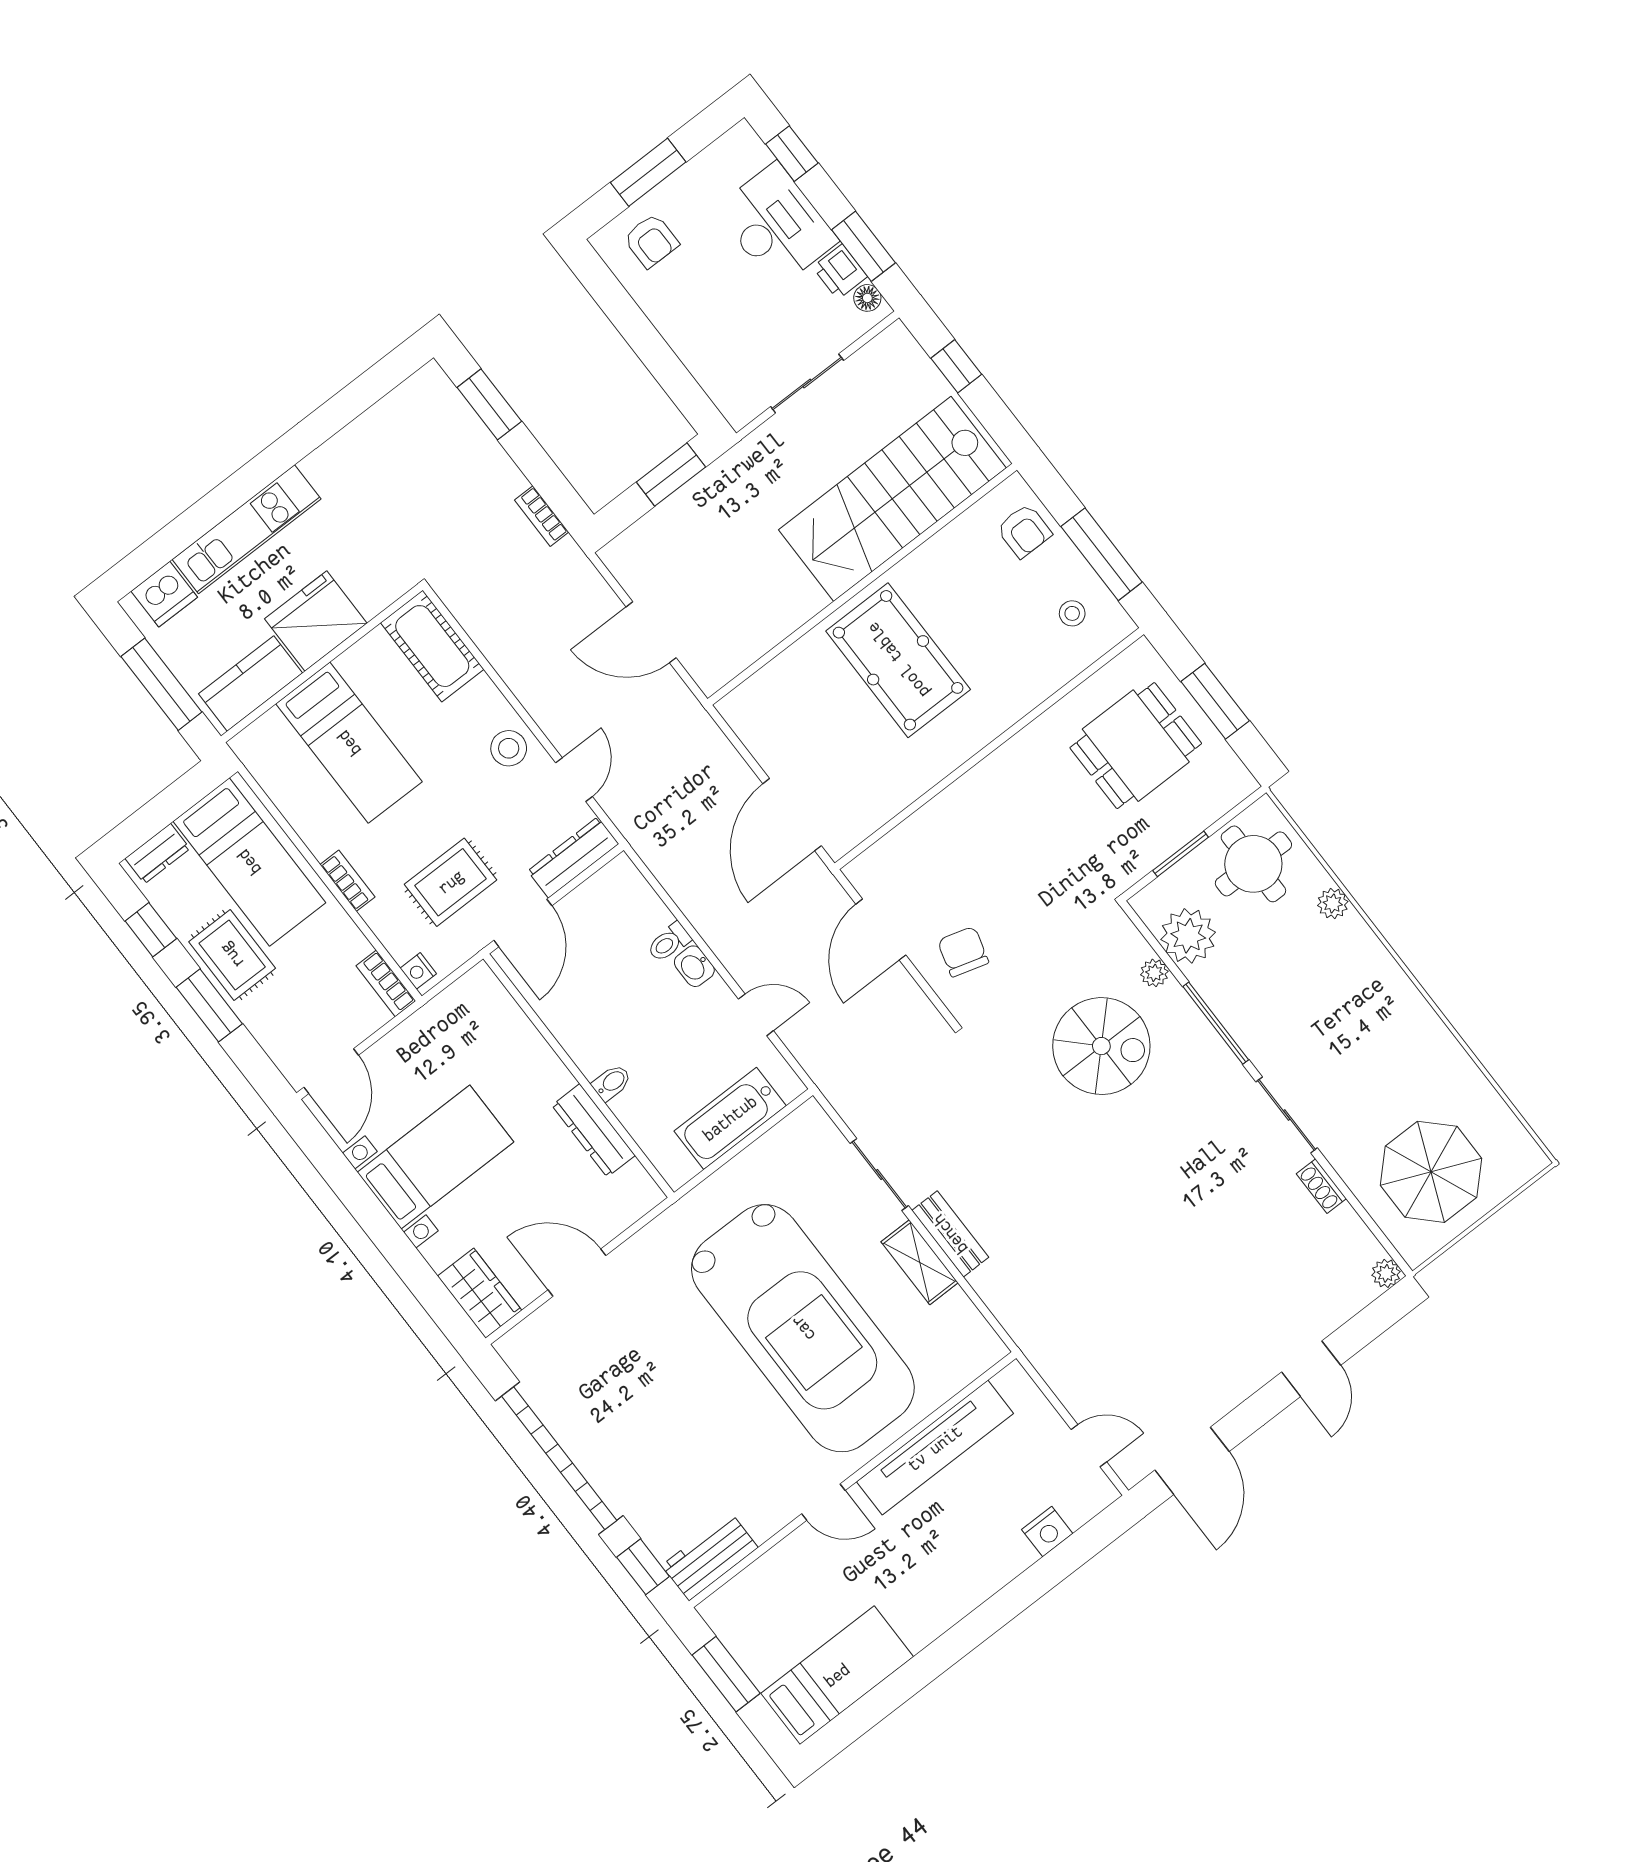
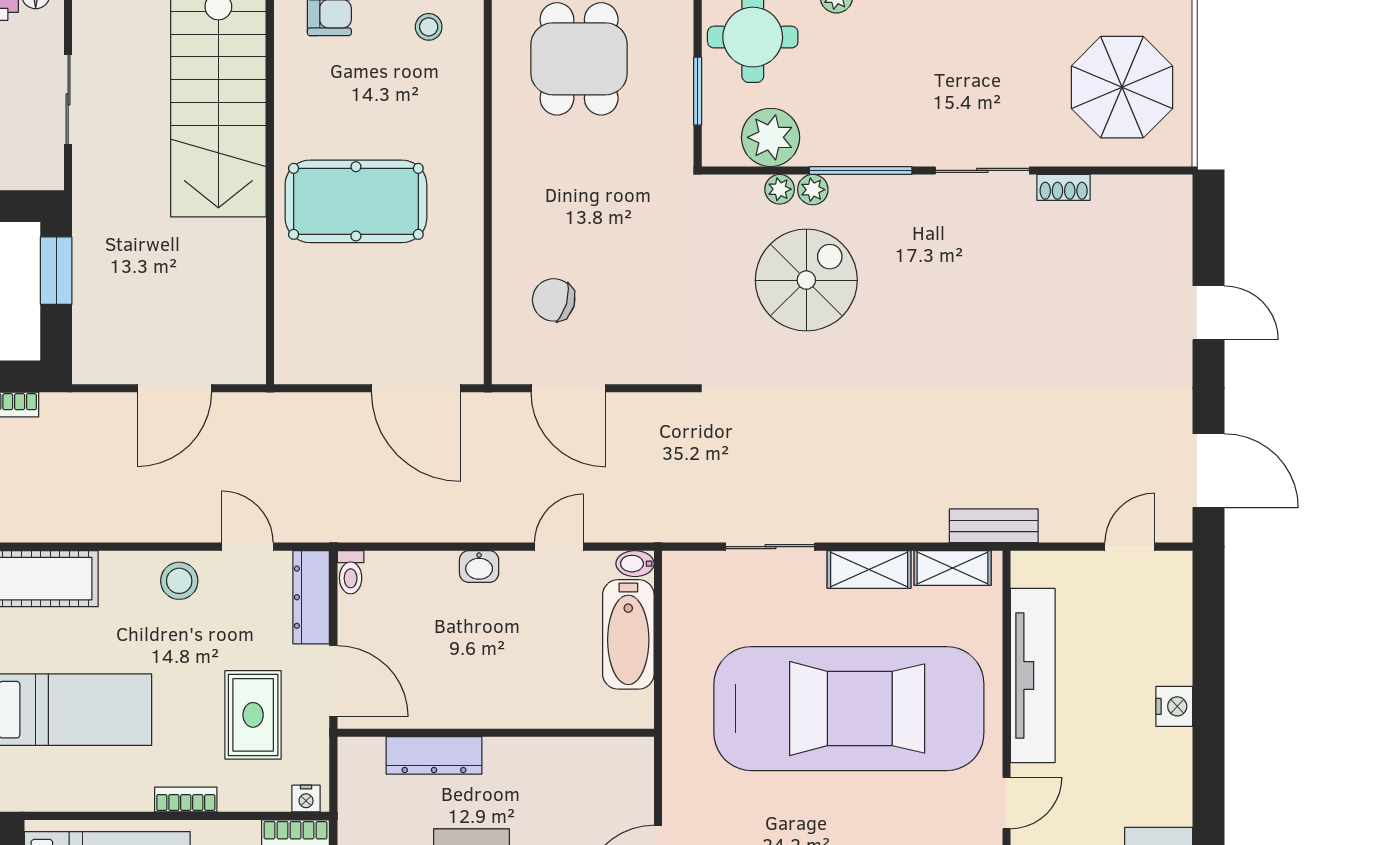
toilet: (669, 942) -> (351, 572), moved
chair: (963, 952) -> (554, 300), moved
bidet: (612, 1083) -> (635, 564), moved, turned -90
dresser: (593, 1130) -> (434, 755), moved
bench: (950, 1234) -> (994, 526), moved
plant: (1386, 1273) -> (813, 190), moved
shelving: (969, 1324) -> (953, 568), added
nightstand: (1047, 1531) -> (1174, 706), moved

